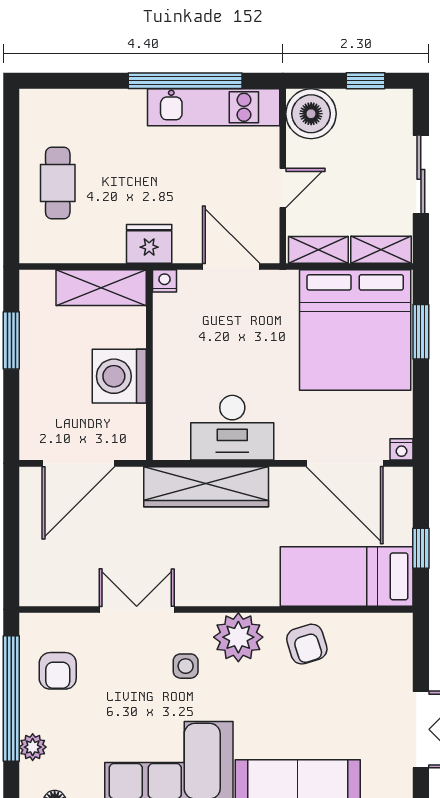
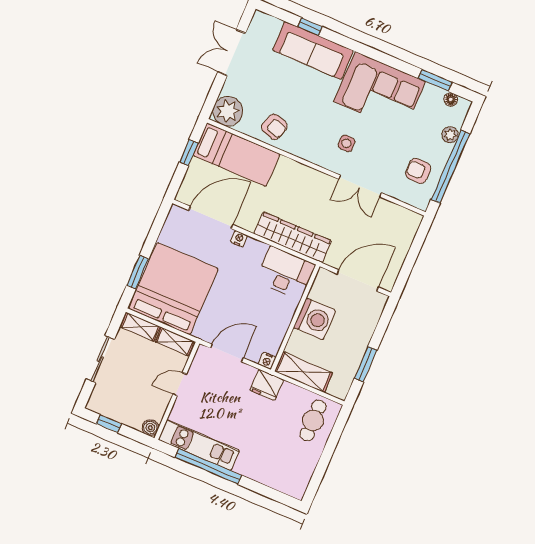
boiler: (311, 114) -> (150, 428), width x0.54, depth x0.54
cafe table: (58, 183) -> (313, 420), moved
door: (231, 267) -> (227, 353), swing flipped
desk: (232, 428) -> (286, 273), moved
nightstand: (402, 449) -> (239, 239), moved
door: (345, 463) -> (211, 218), hinge flipped
plant: (238, 637) -> (228, 111), moved
armchair: (307, 644) -> (274, 127), turned 125
armchair: (58, 671) -> (418, 171), turned -90

